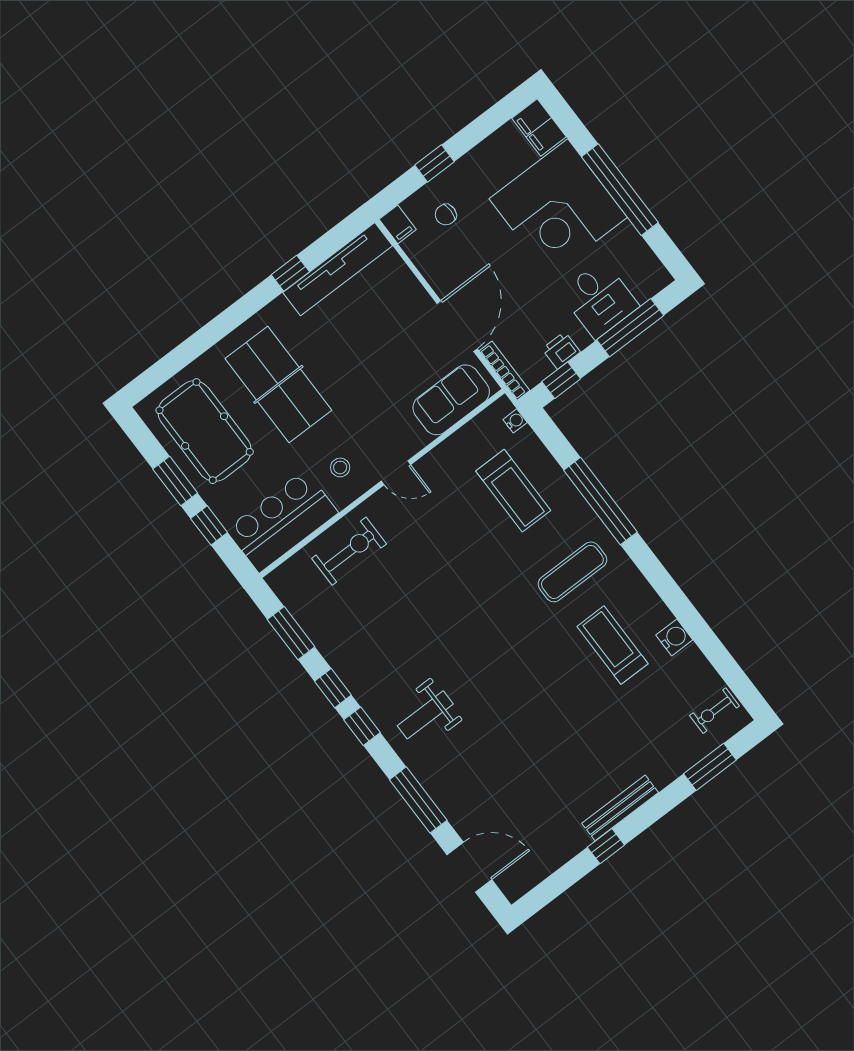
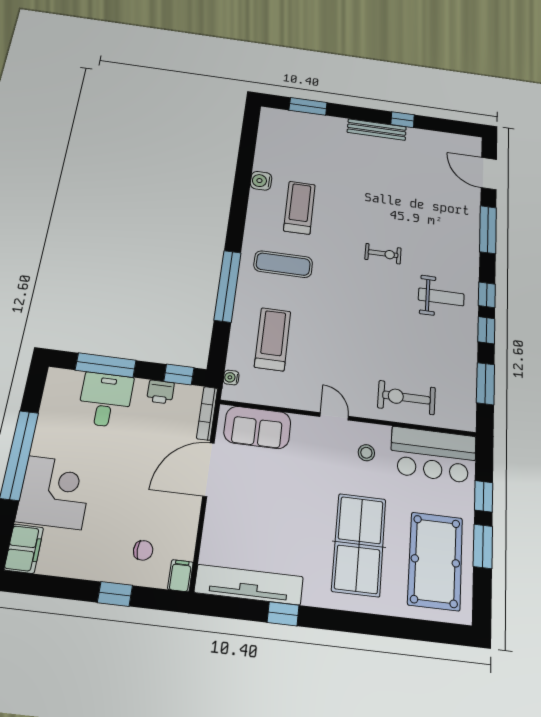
corner desk: (558, 208) -> (55, 492), width x0.74, depth x0.74
treadmill: (612, 645) -> (299, 208), turned 180
exercise bike: (714, 711) -> (383, 254), moved
weight bench: (425, 715) -> (441, 297), moved

